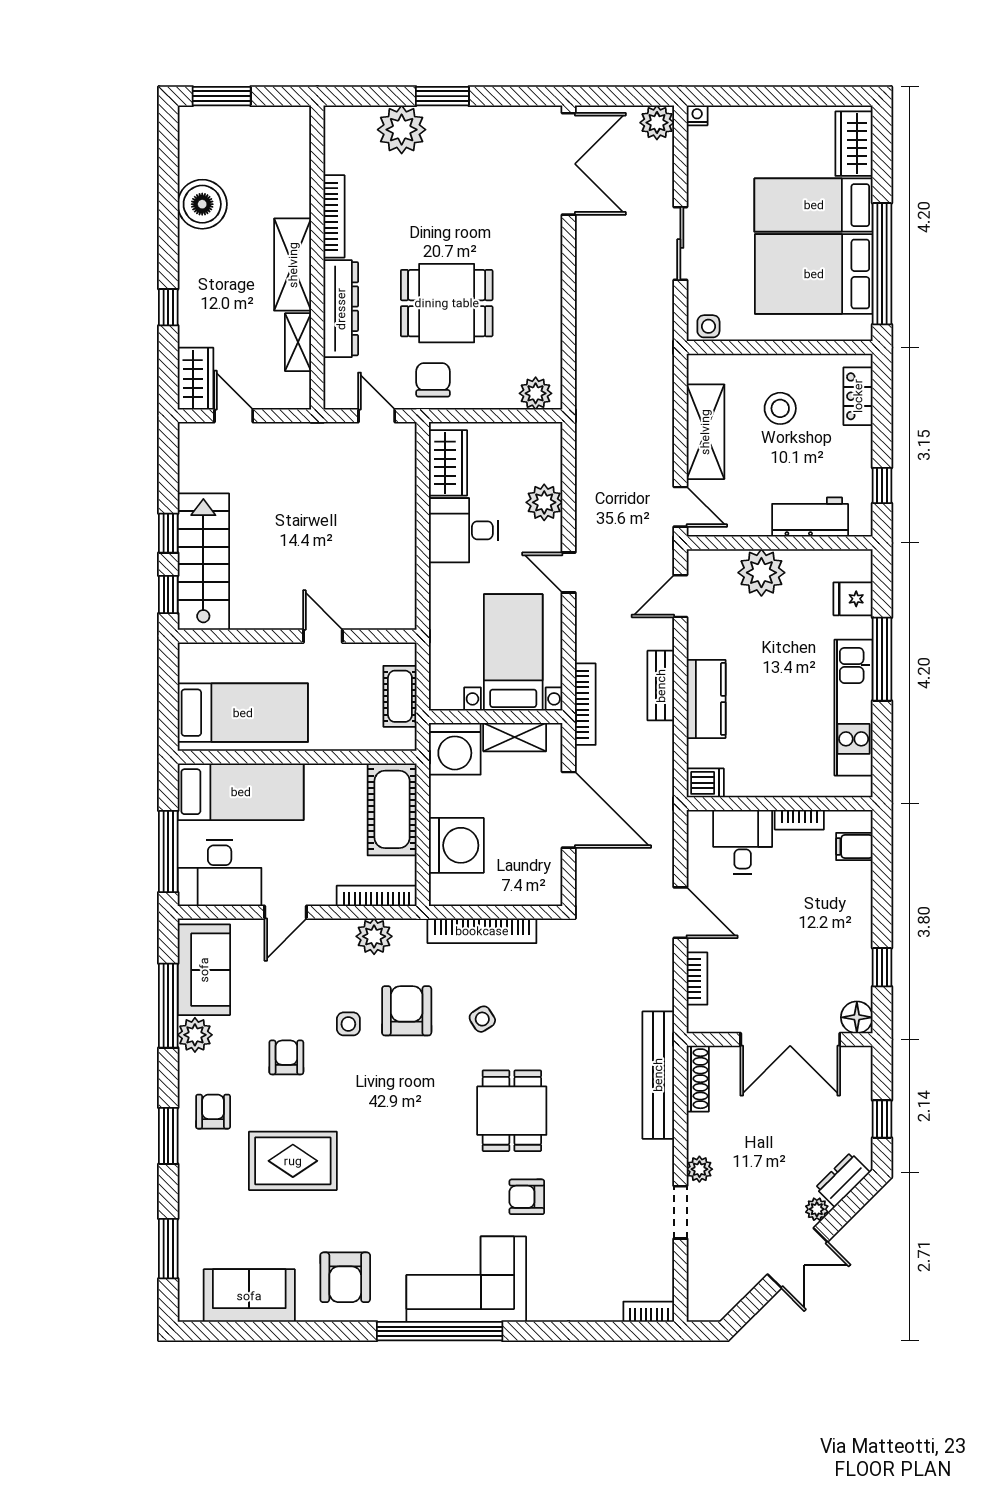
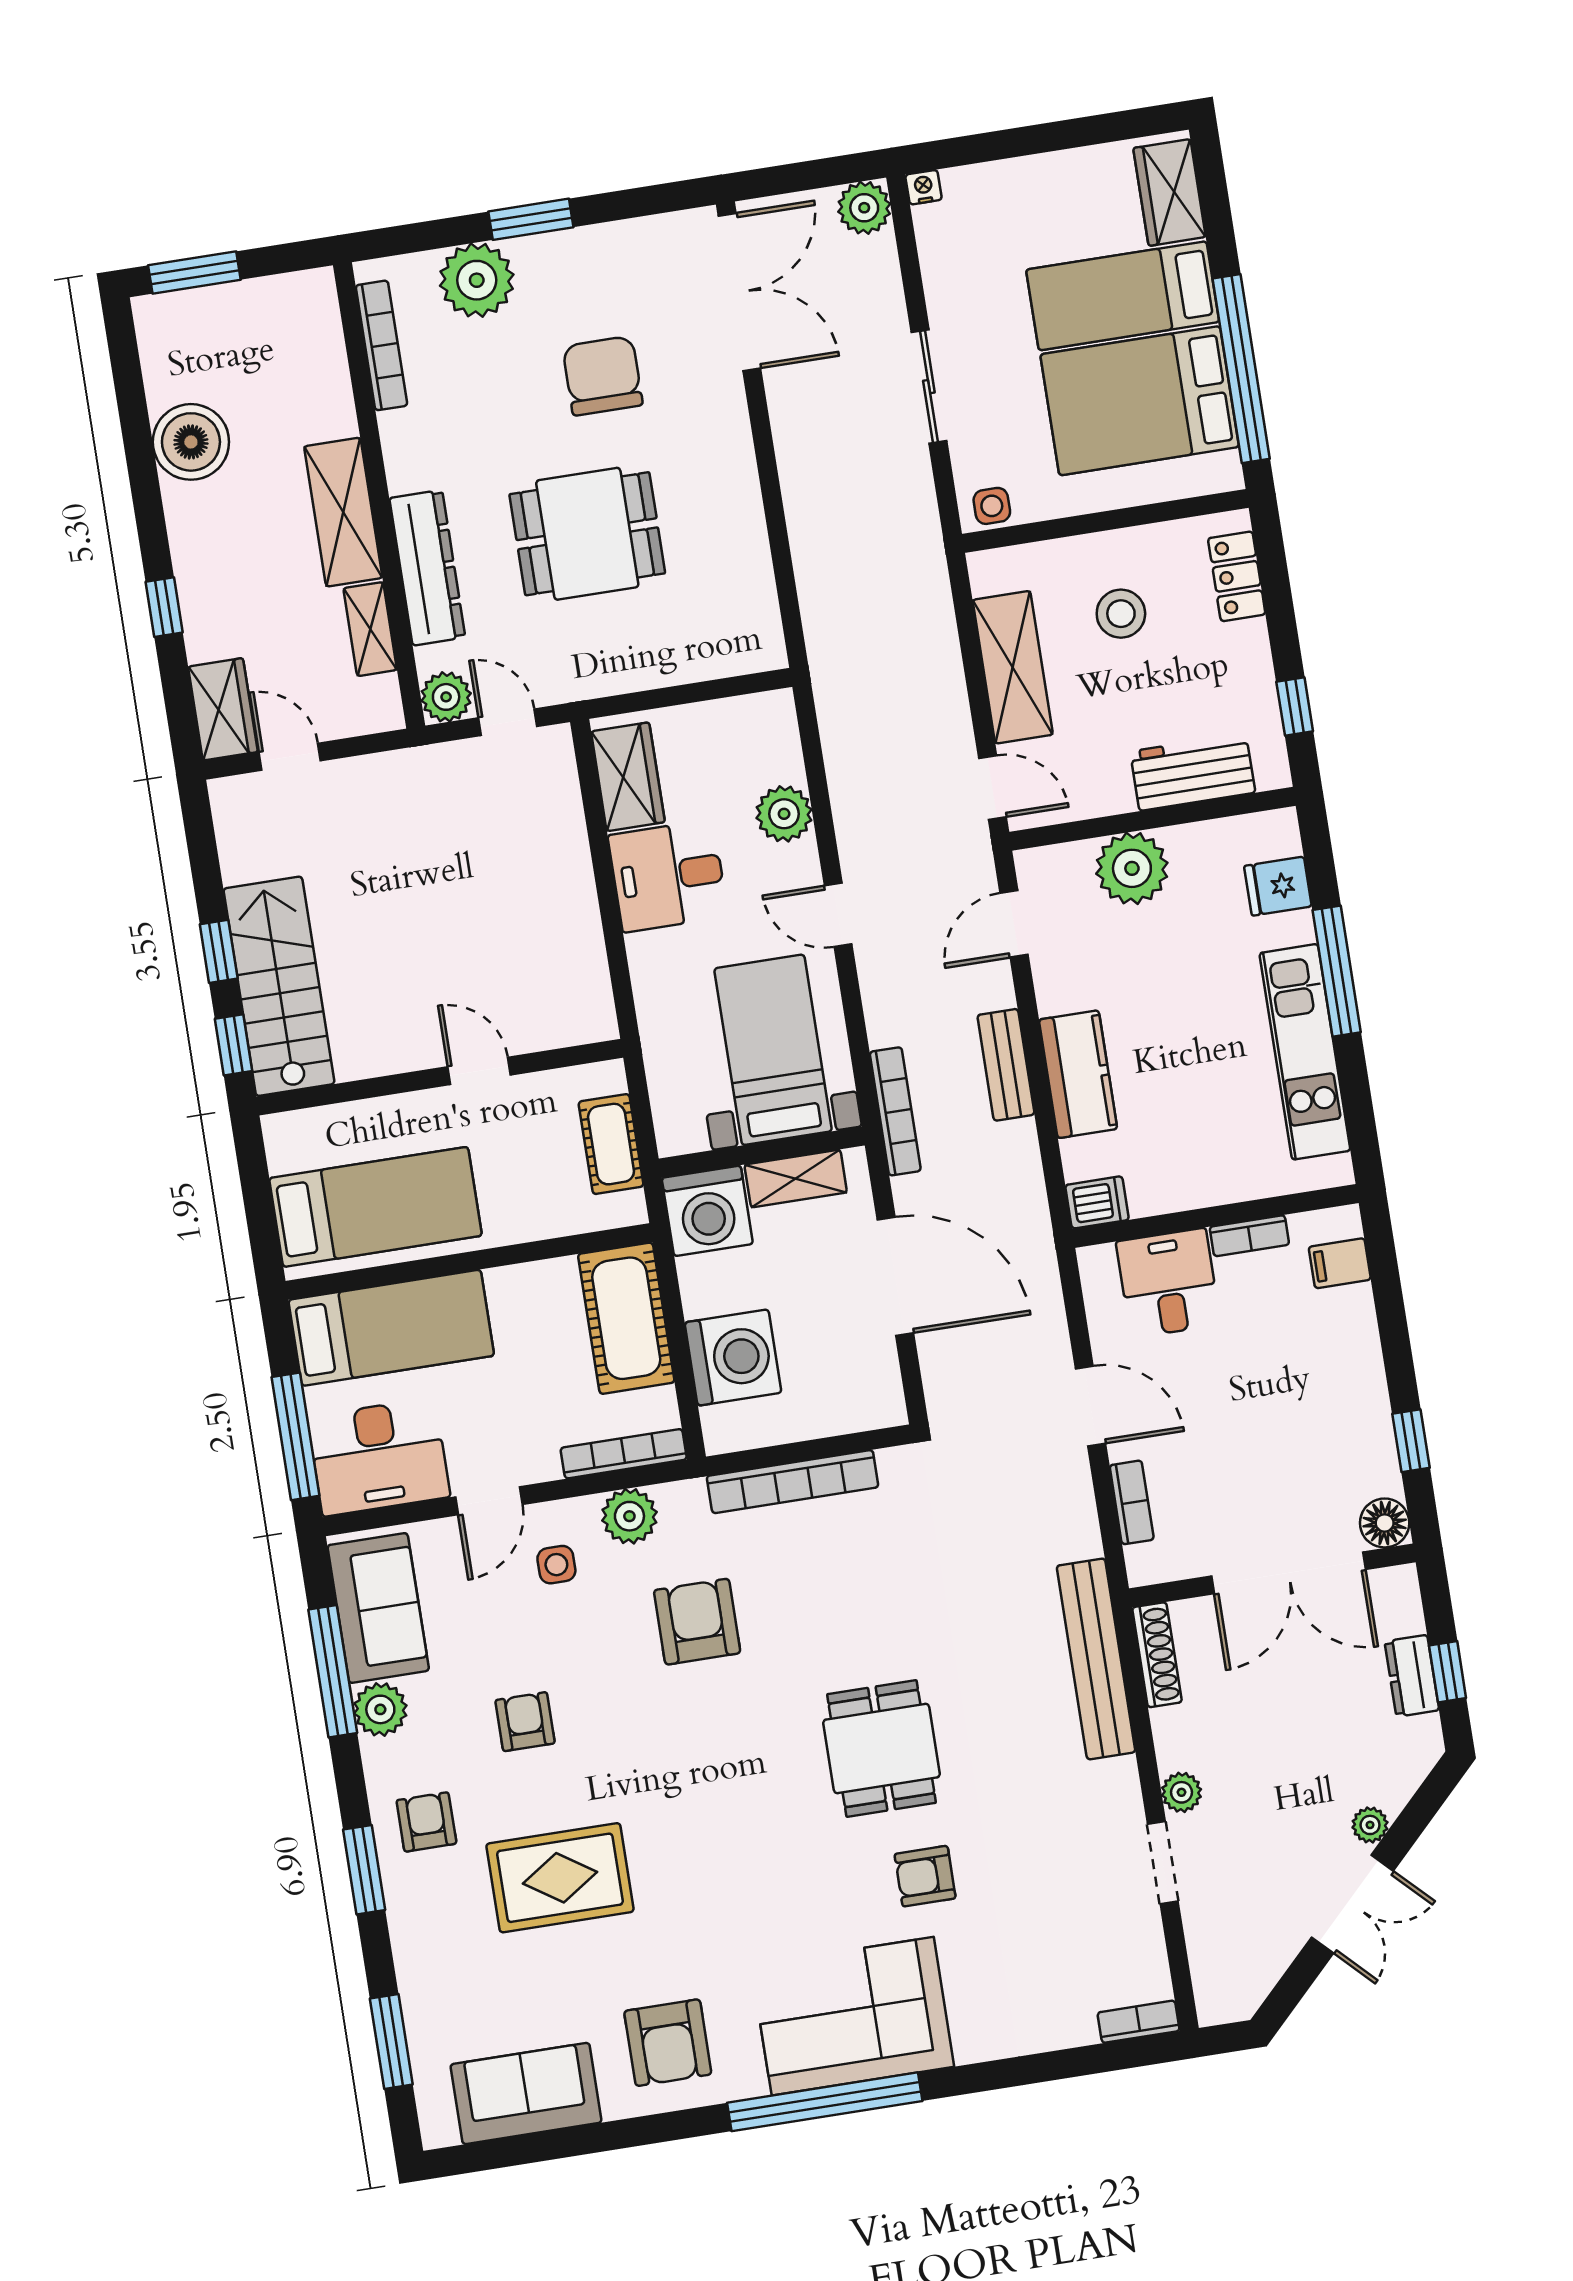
bookcase: (334, 216) -> (382, 345), moved
chair: (433, 380) -> (603, 376), moved, width x1.37, depth x1.37
plant: (536, 393) -> (446, 697), moved
side table: (482, 1019) -> (814, 1616), removed
side table: (348, 1024) -> (556, 1565), moved
dresser: (843, 1180) -> (1412, 1676), moved, turned -45

